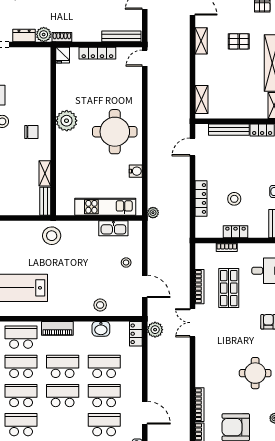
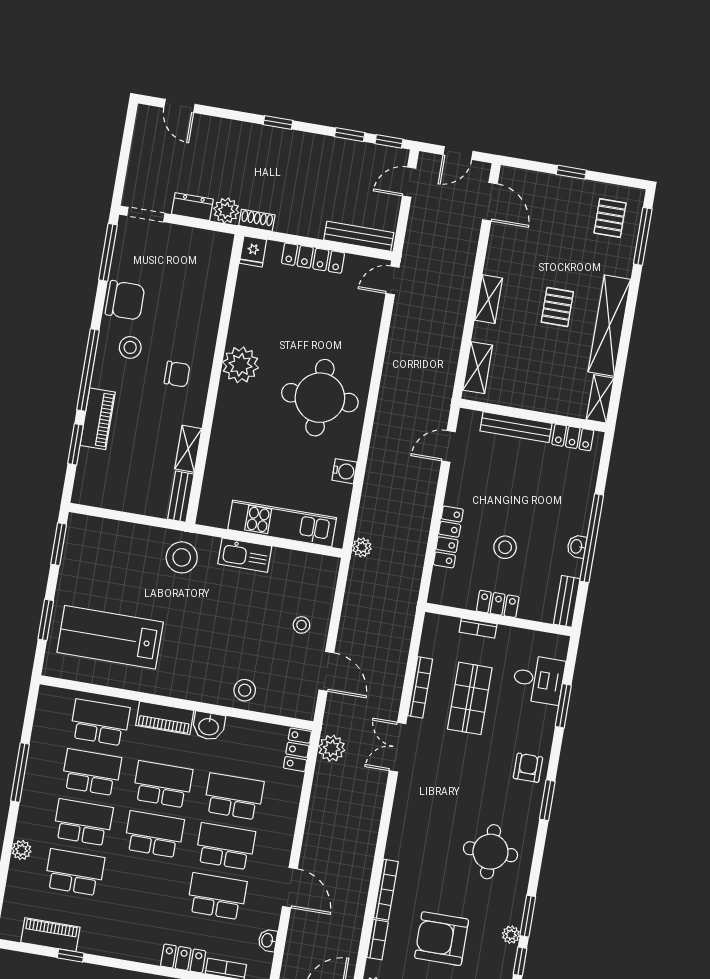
shelving: (201, 41) -> (489, 299), moved
pallet: (239, 41) -> (557, 307), moved, turned 90
kitchen sink: (113, 228) -> (245, 555), moved
washbasin: (101, 329) -> (209, 726), moved

